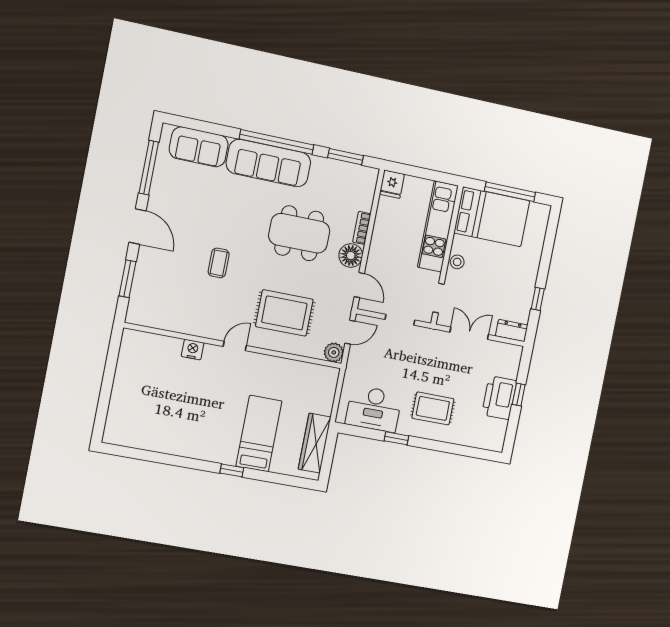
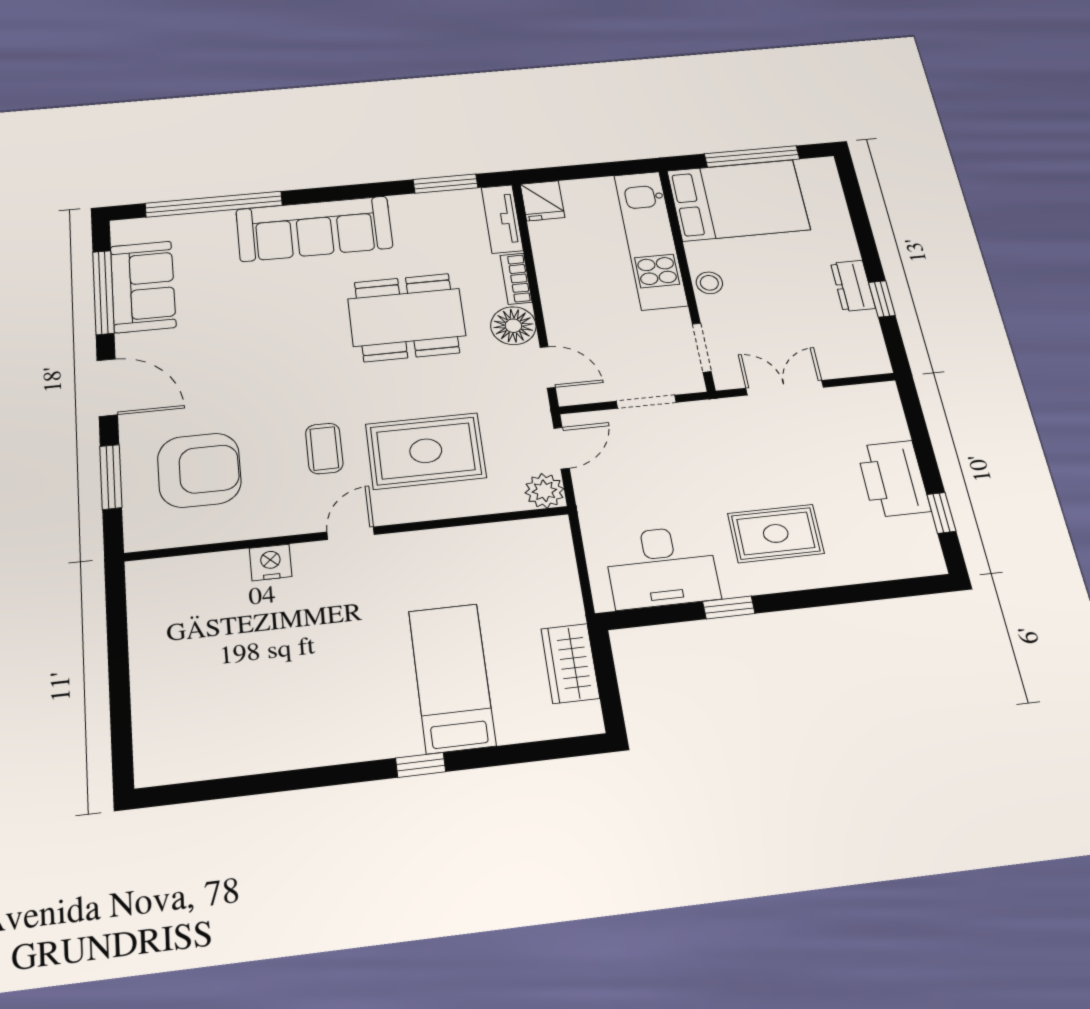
window: (277, 142) -> (214, 204), moved
sofa: (199, 147) -> (143, 287), moved, turned -90
tv unit: (367, 189) -> (502, 219), added
coffee table: (219, 263) -> (324, 448), moved
armchair: (172, 289) -> (199, 470), added
dresser: (512, 331) -> (853, 286), moved, turned -90
window: (519, 395) -> (941, 513), moved
wardrobe: (315, 443) -> (570, 663), width x0.67

